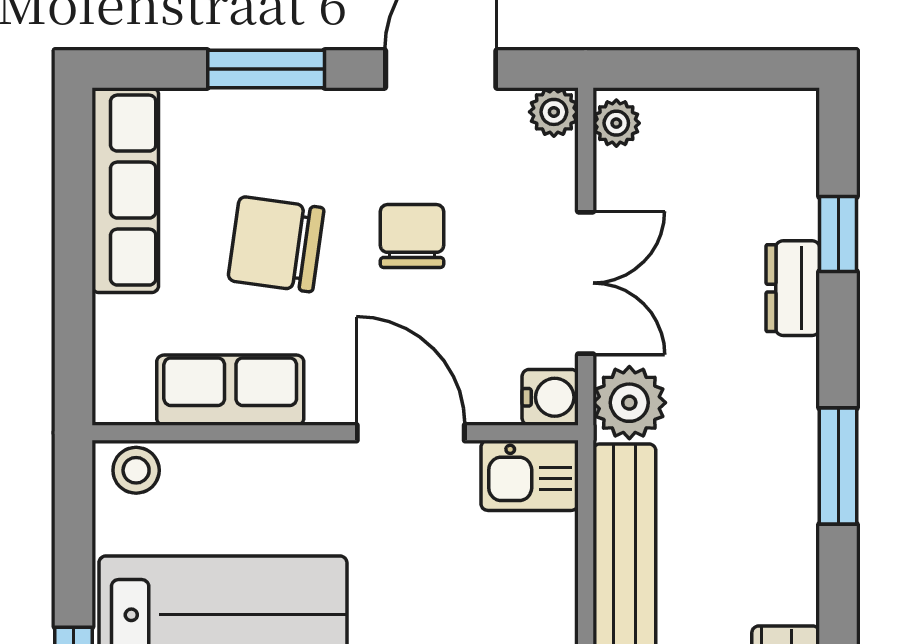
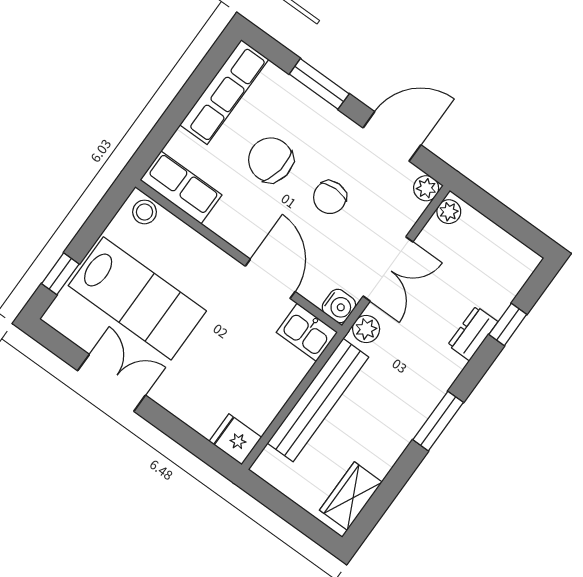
chair: (412, 236) -> (330, 197), turned 180
row of seats: (230, 390) -> (181, 187), moved
plant: (629, 403) -> (366, 329), width x0.73, depth x0.73

